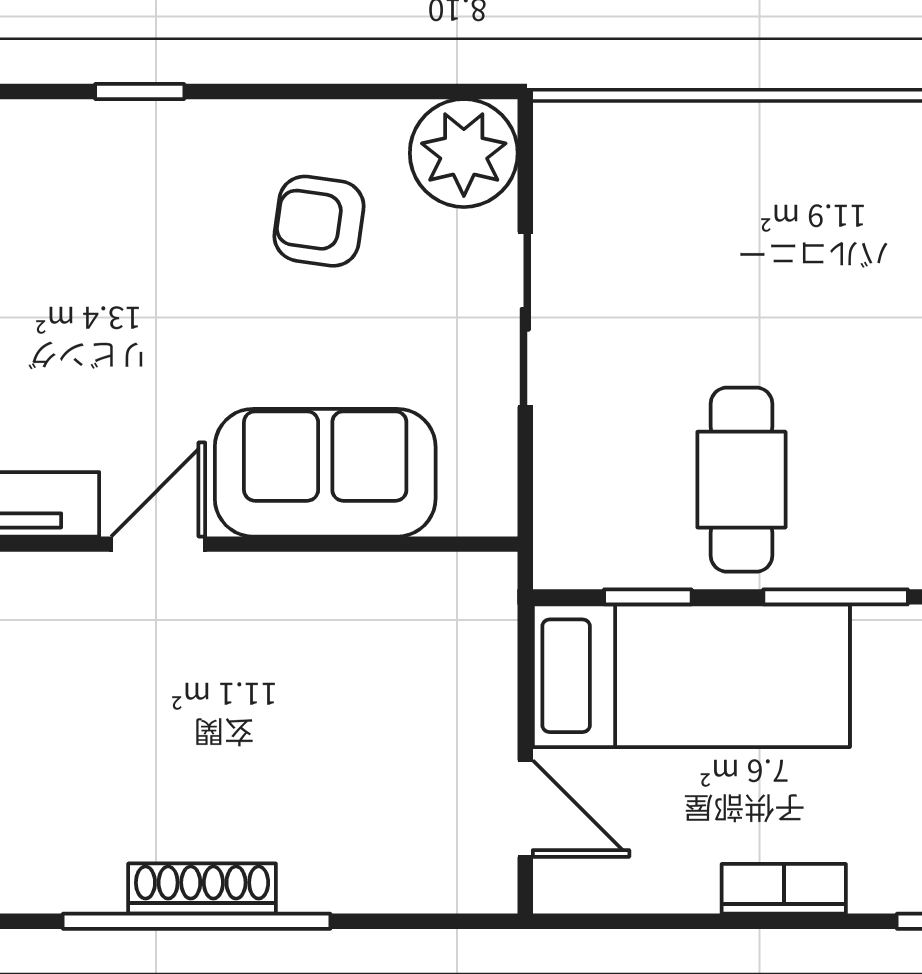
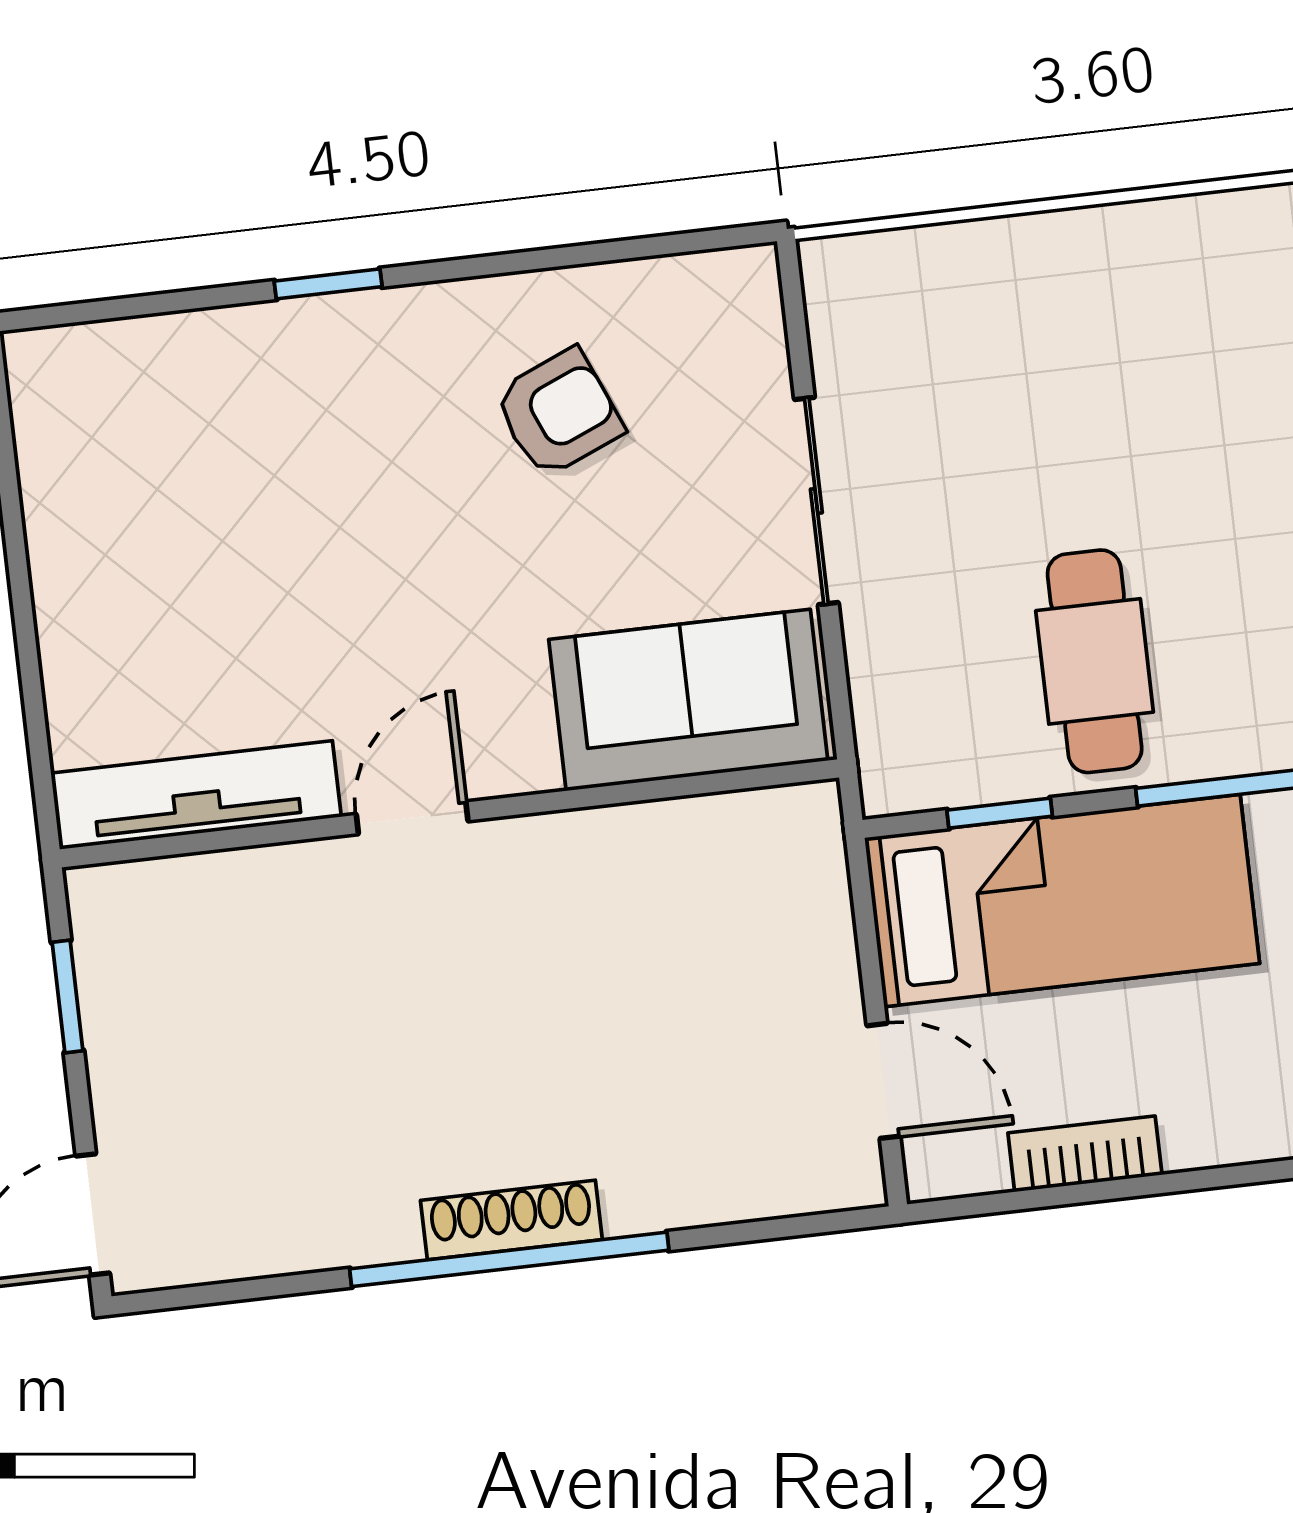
plant: (464, 153) -> (721, 312), removed
armchair: (319, 221) -> (558, 413), turned 149
sofa: (325, 473) -> (688, 700), moved
bookcase: (784, 889) -> (1085, 1154), moved

